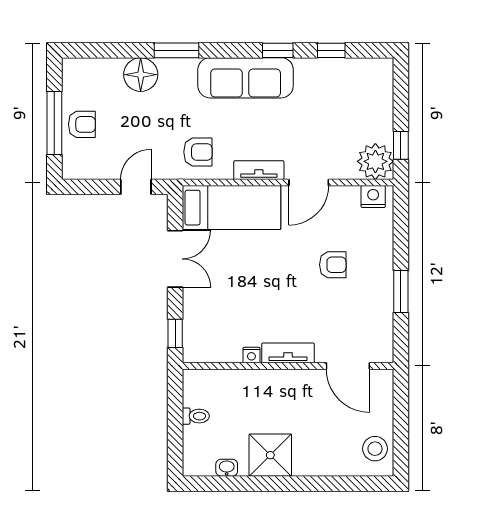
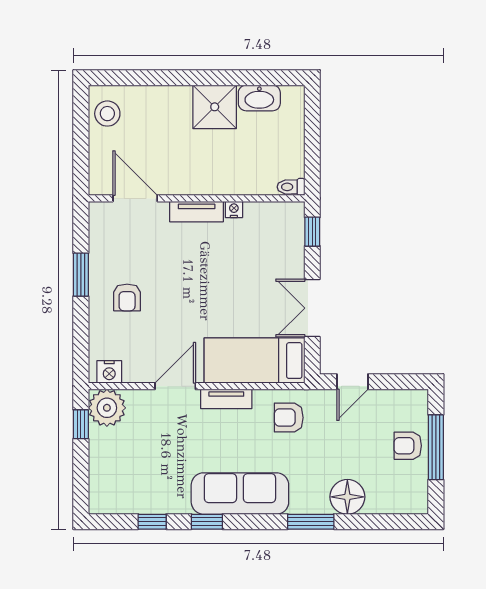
armchair: (333, 265) -> (127, 297), moved, turned -90
toilet: (196, 416) -> (291, 187), moved
washbasin: (227, 468) -> (259, 98), width x1.91, depth x1.45

